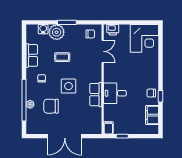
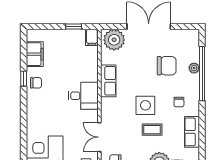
side table: (68, 86) -> (145, 105), moved
desk: (115, 93) -> (83, 96), moved
plant: (91, 126) -> (114, 40), added

